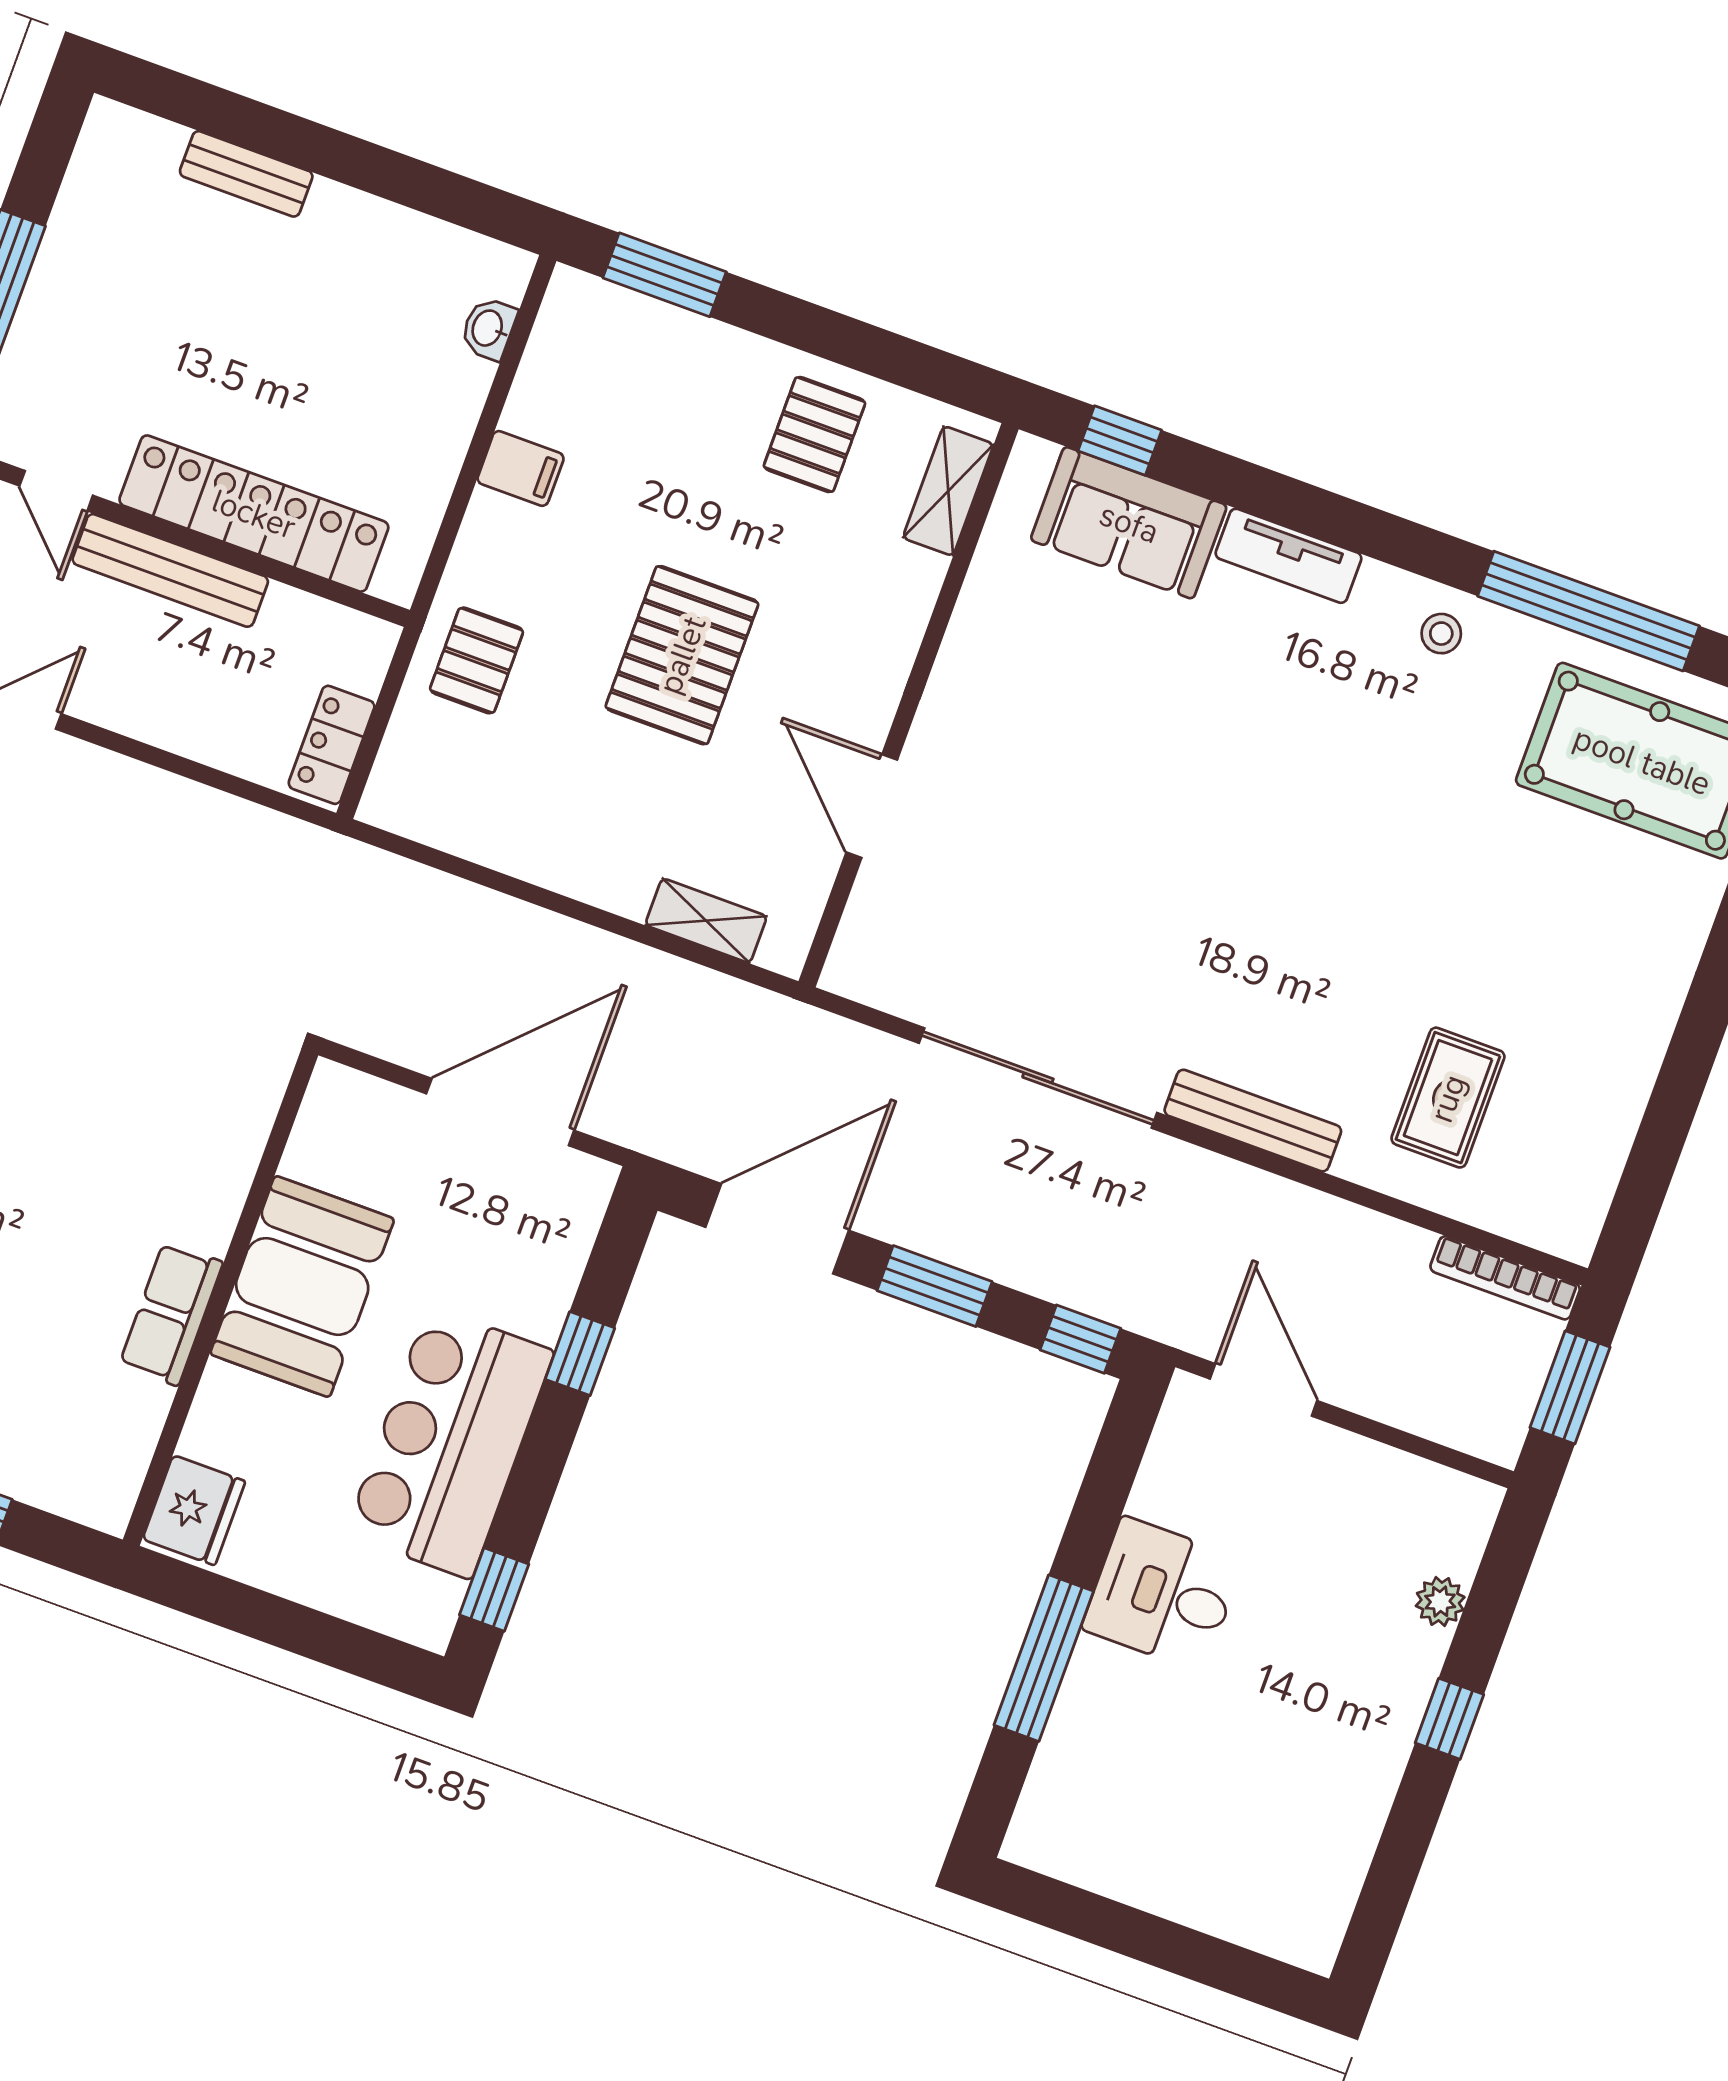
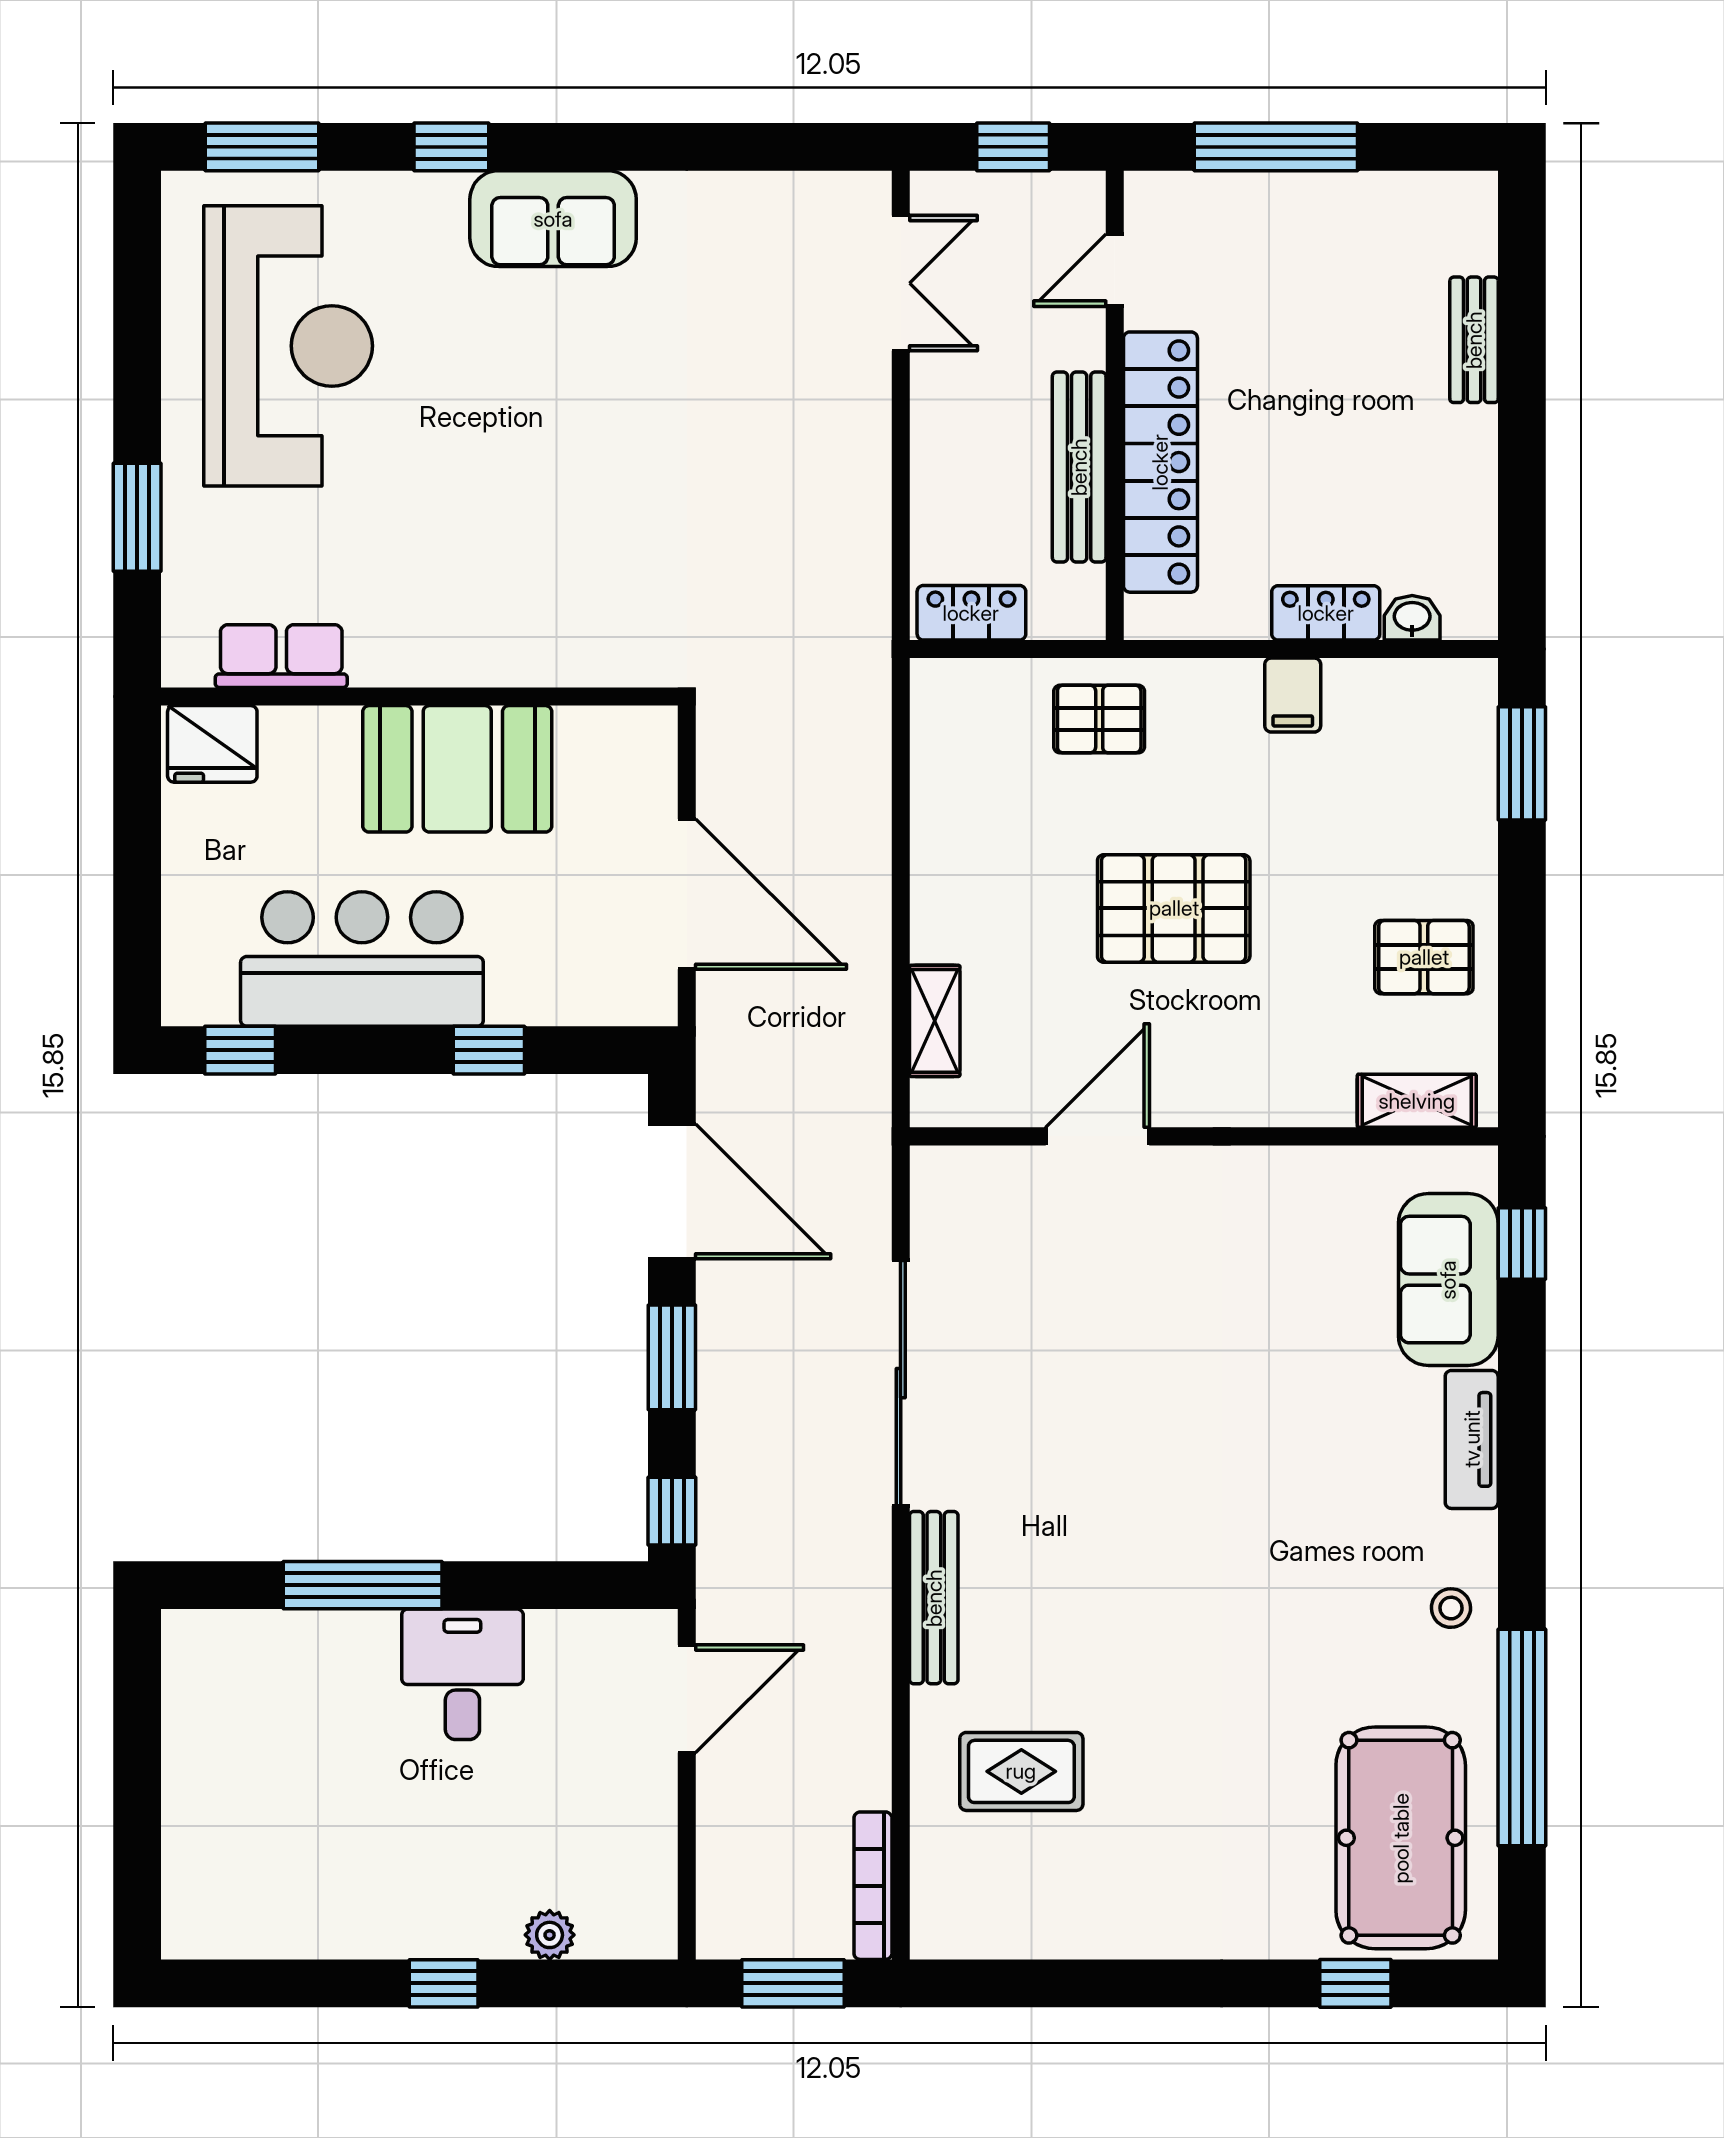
locker: (454, 409) -> (1326, 613), added
bench: (170, 570) -> (1079, 467), moved
row of seats: (171, 1314) -> (281, 656), moved

